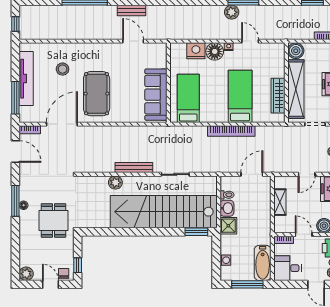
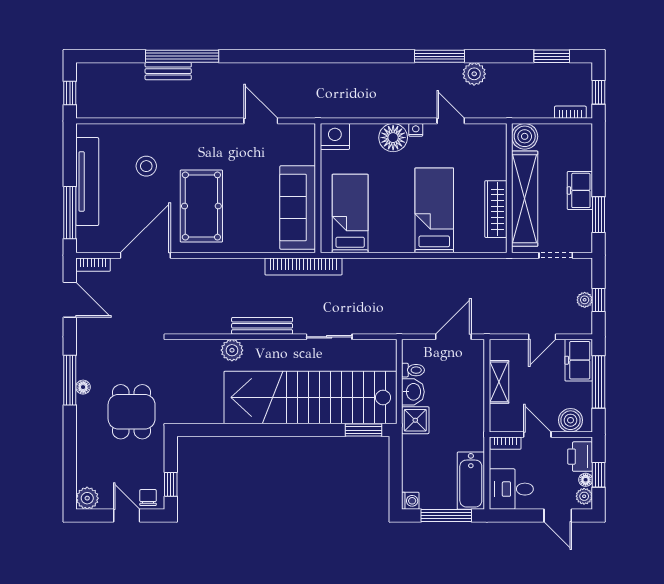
bench: (131, 10) -> (168, 71), moved
plant: (232, 12) -> (474, 74), moved
nightstand: (196, 51) -> (335, 136), moved
bookcase: (231, 131) -> (303, 266), moved
washing machine: (225, 260) -> (410, 501), moved

